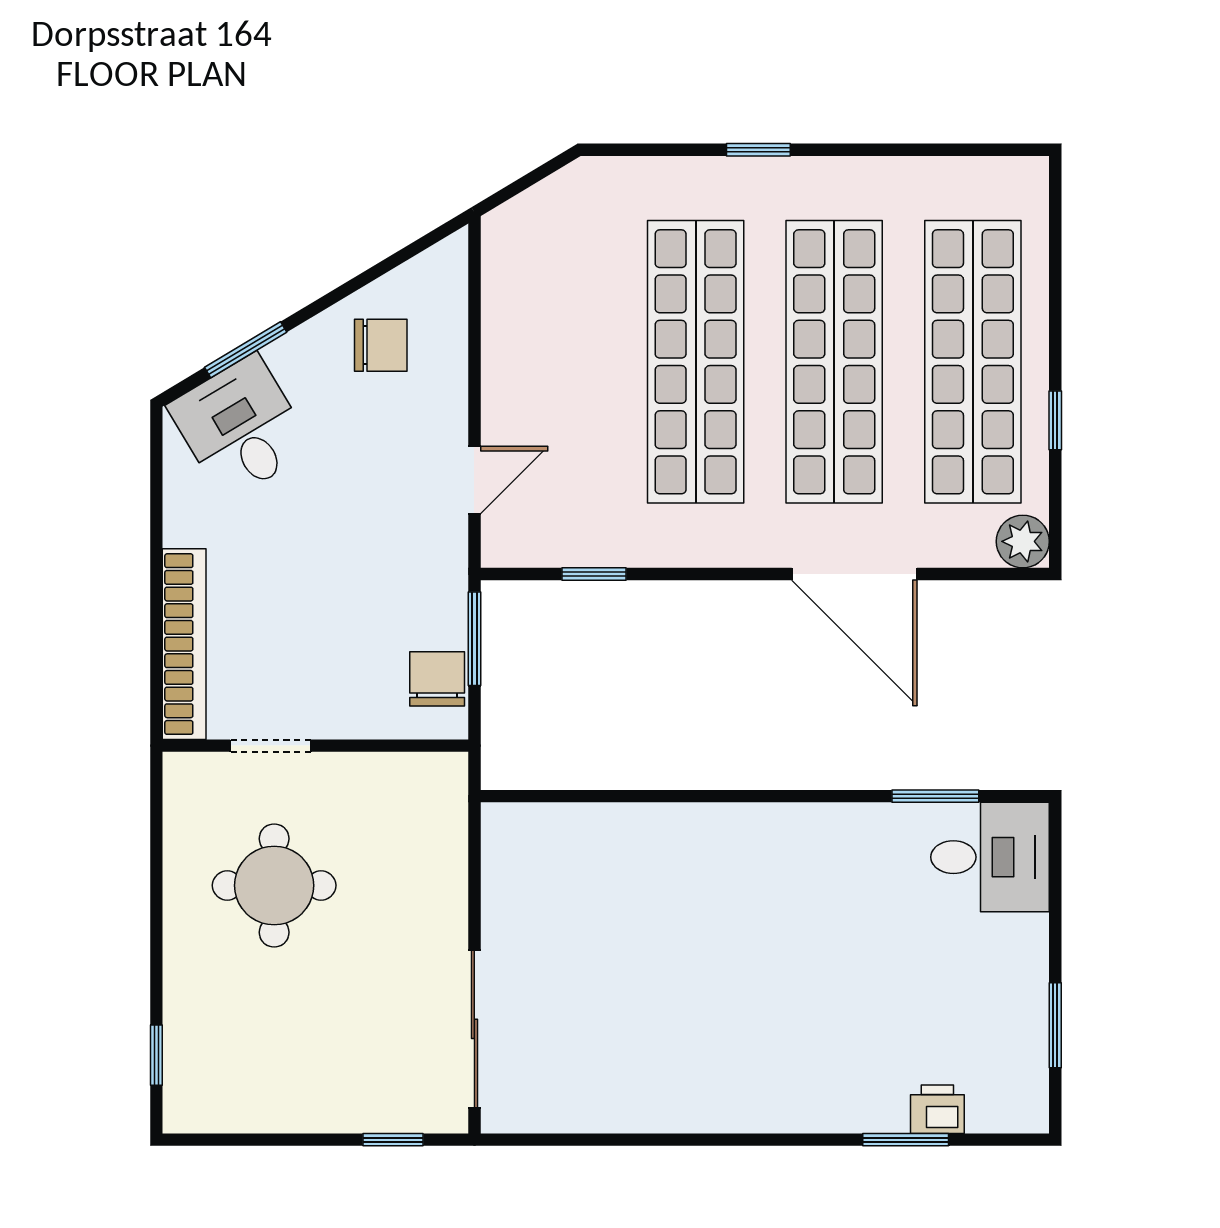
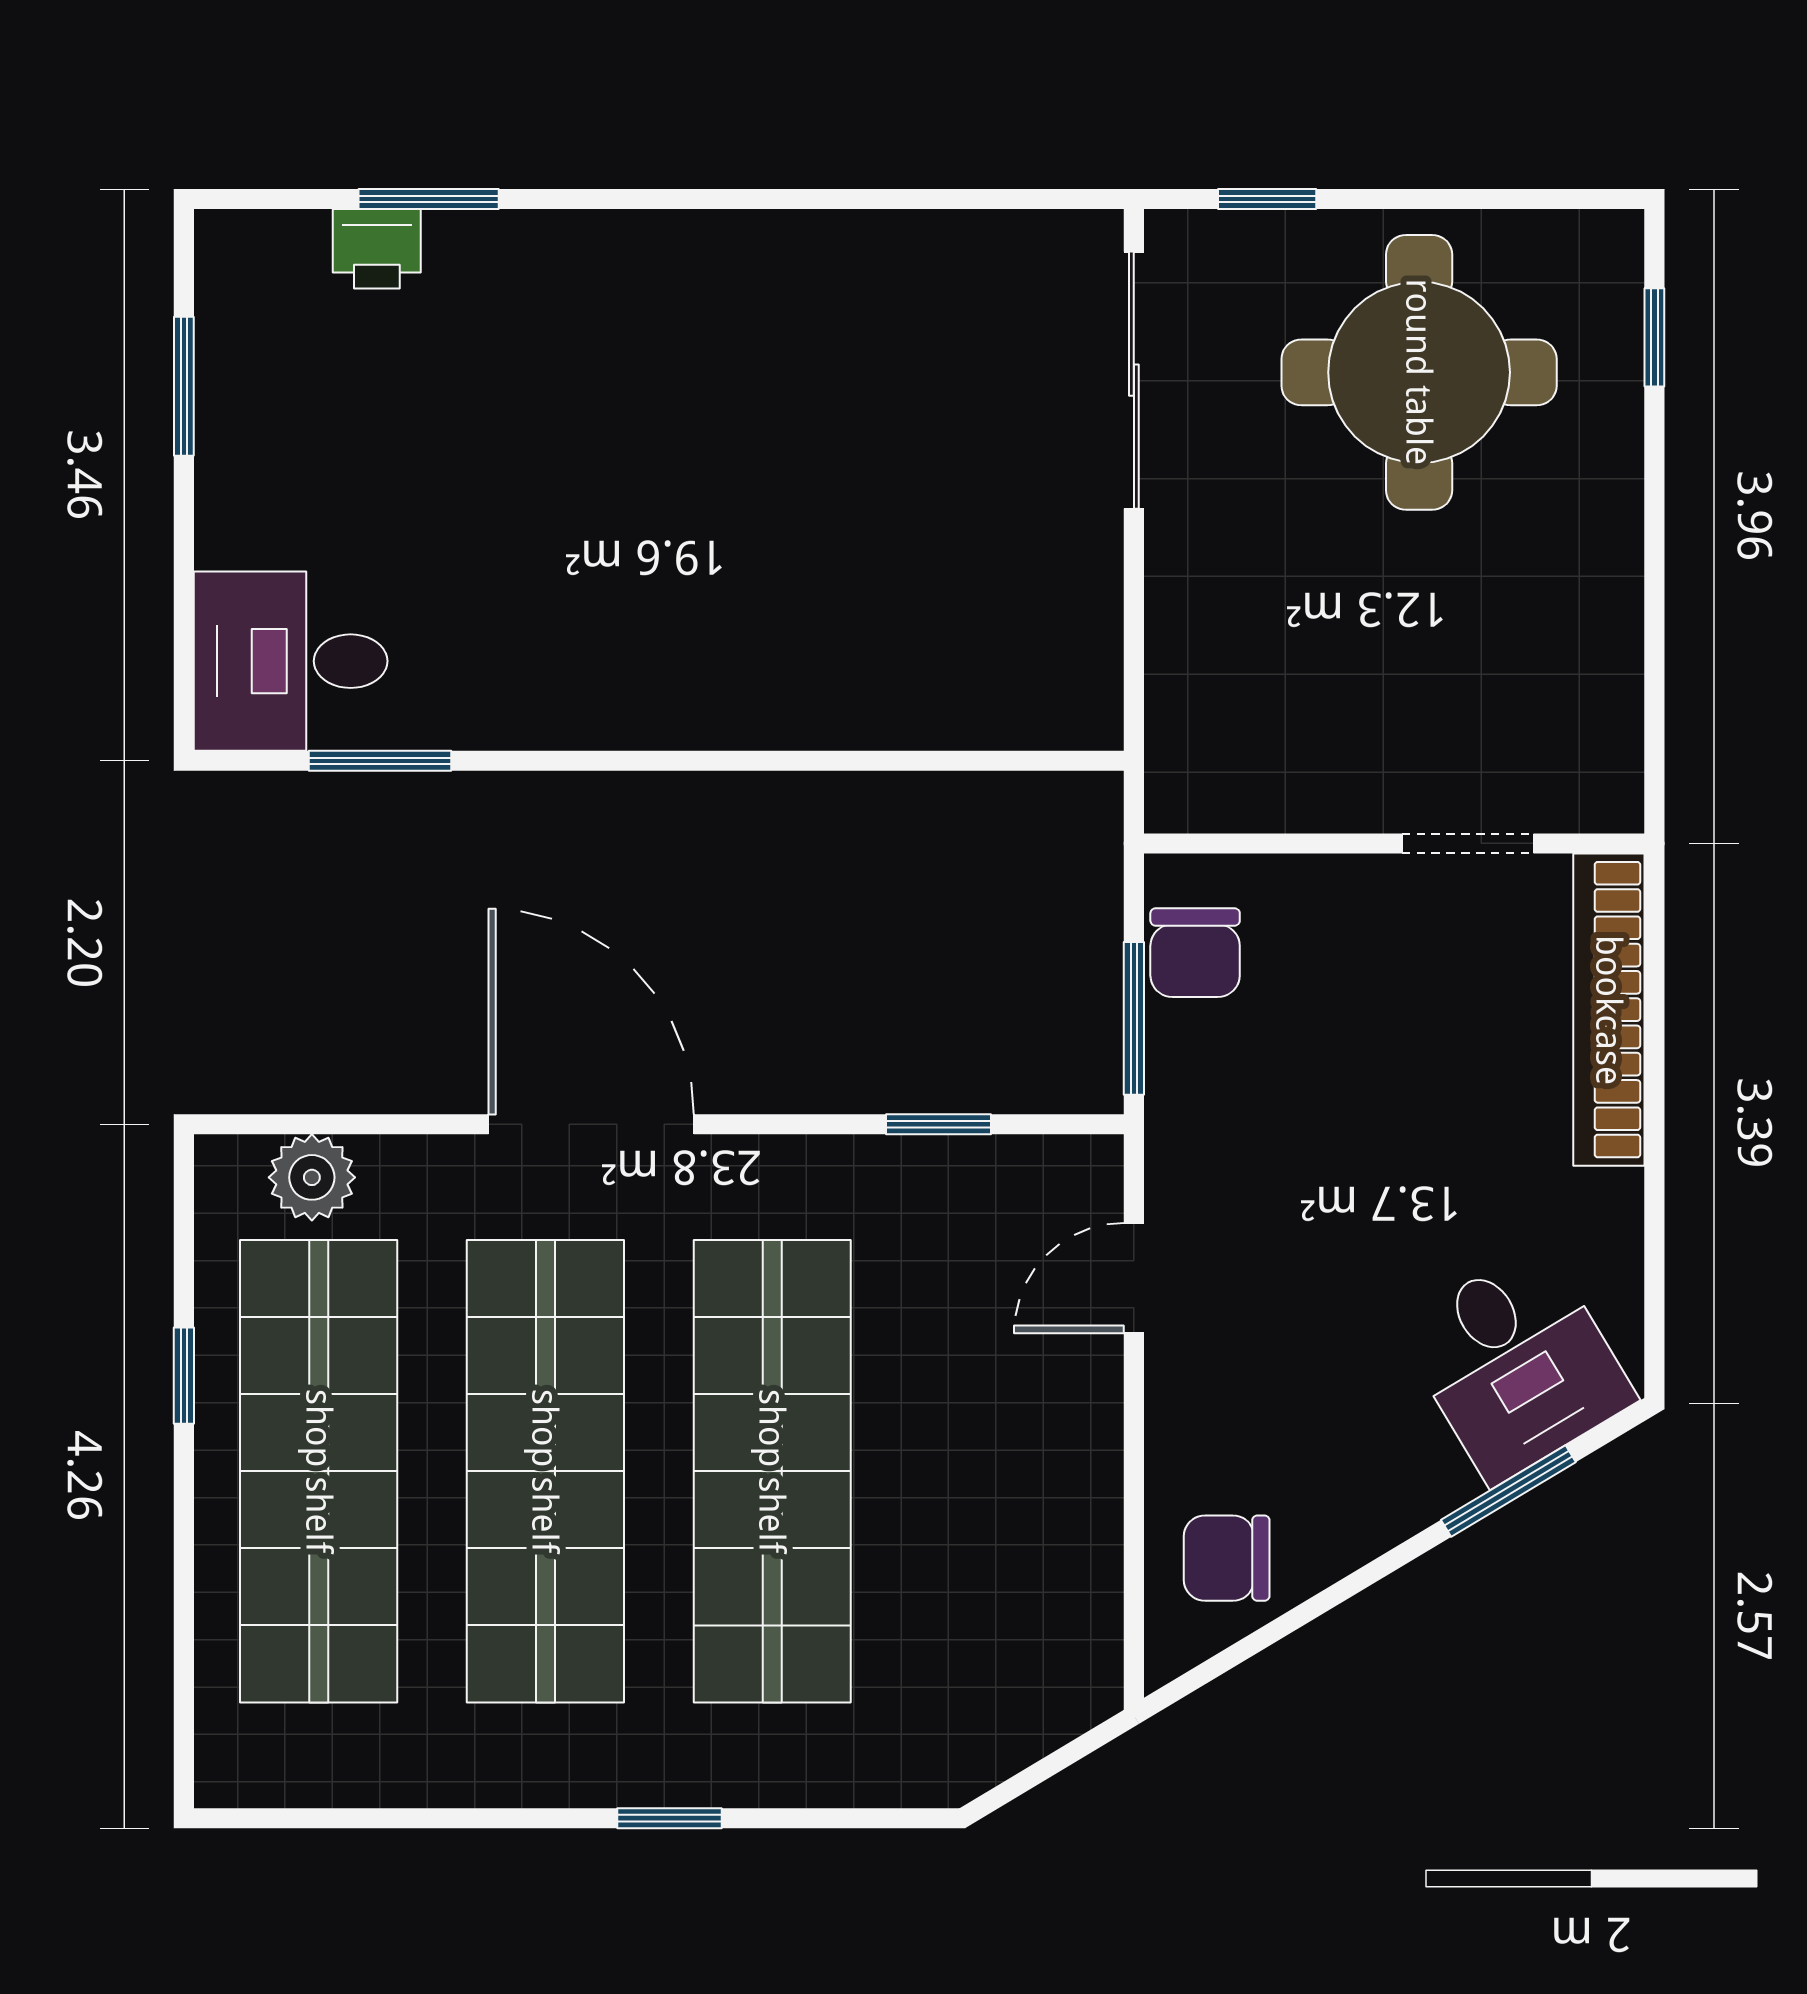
chair: (381, 345) -> (1227, 1558), moved
plant: (1023, 541) -> (312, 1177), moved
door: (854, 574) -> (591, 1124), moved
round table: (274, 885) -> (1419, 372), moved, width x1.36, depth x1.36

